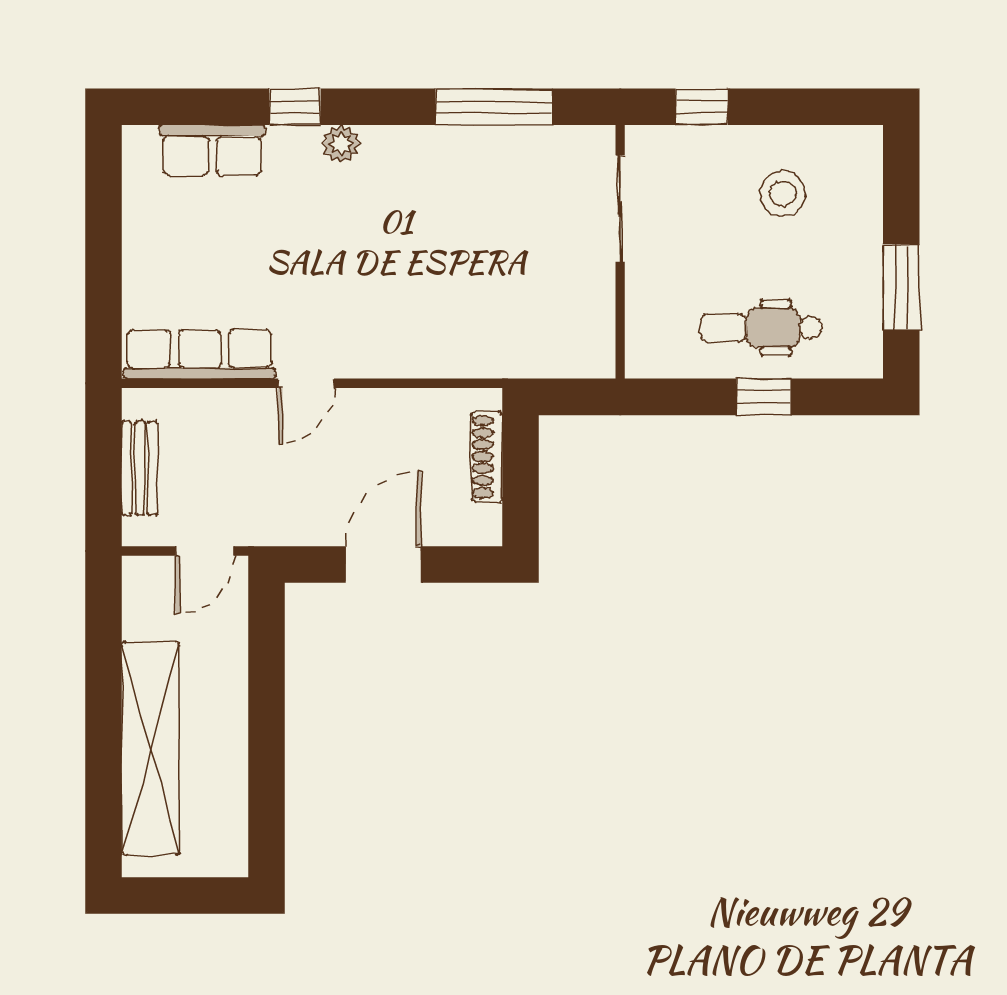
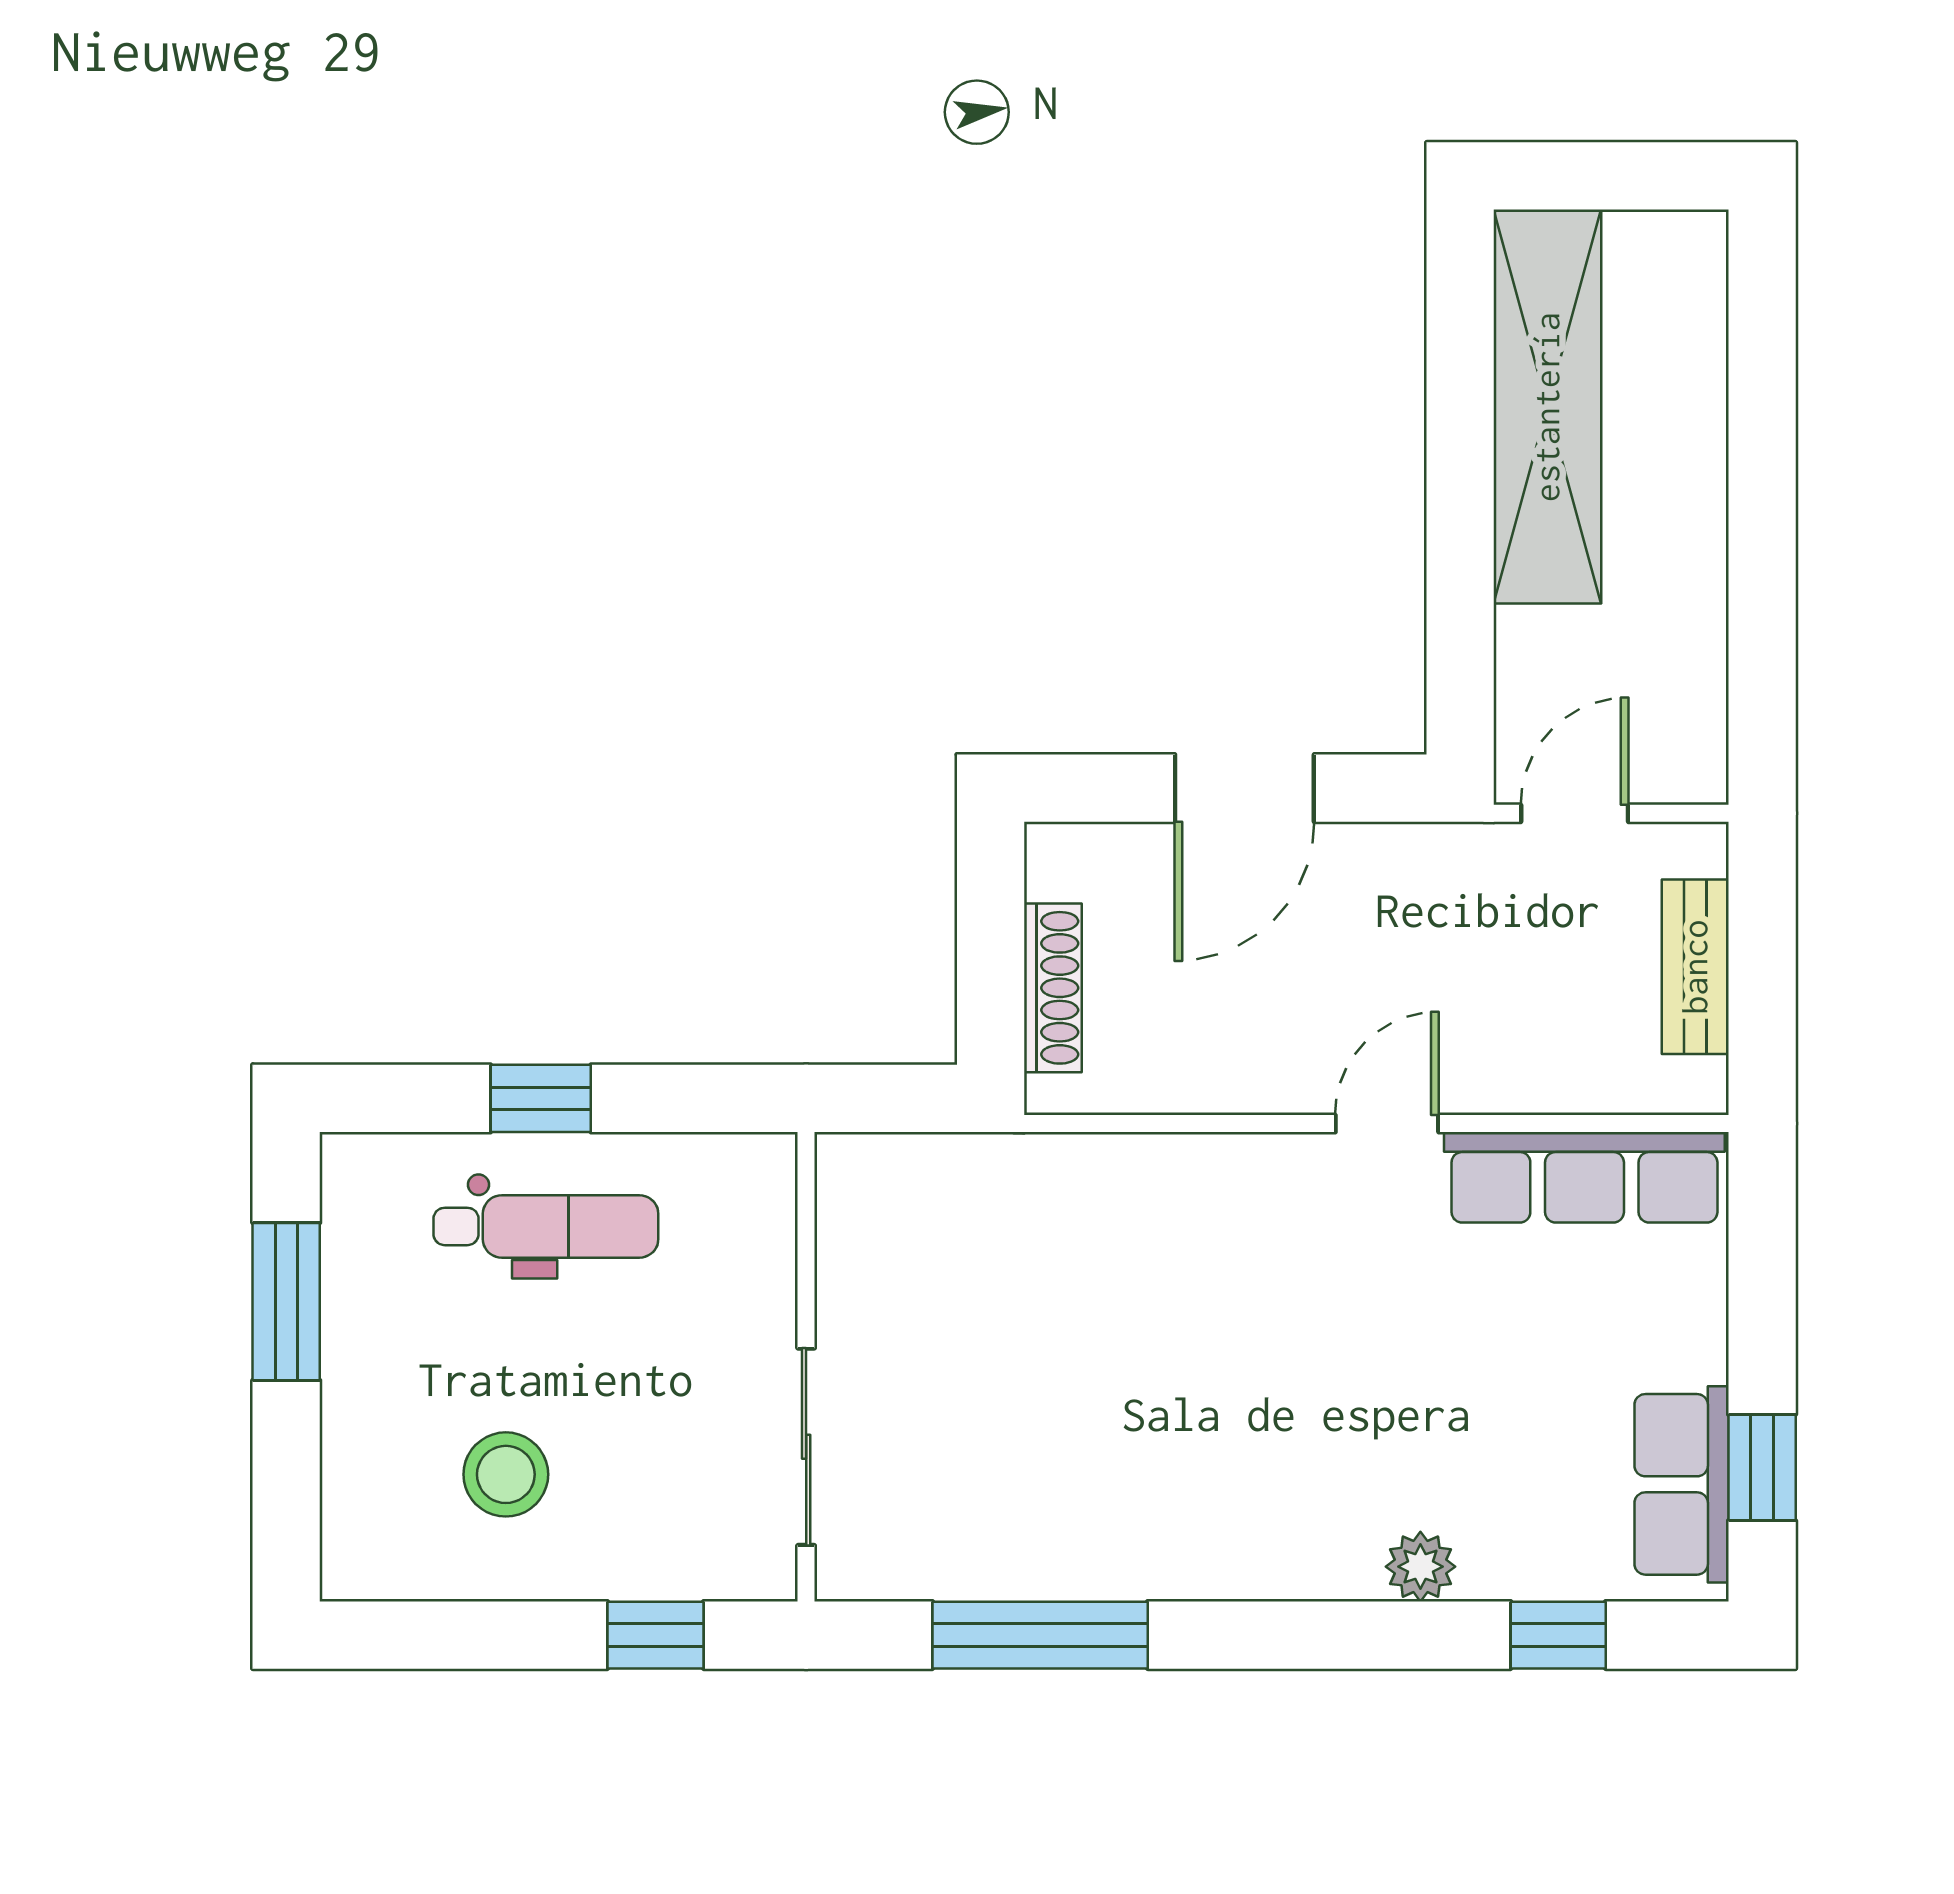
window: (295, 107) -> (1558, 1635), moved
plant: (341, 144) -> (1420, 1567), moved
row of seats: (212, 150) -> (1682, 1484), moved, turned -90
window: (103, 197) -> (1762, 1468), added
shelving: (151, 749) -> (1547, 407), moved

